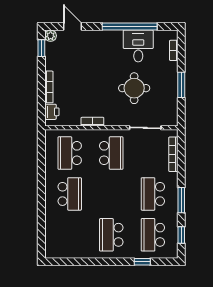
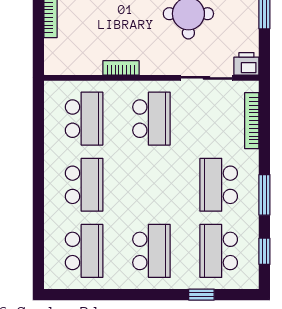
printer: (52, 112) -> (246, 64), moved, turned -90
school desk: (70, 153) -> (84, 119), turned 180
school desk: (70, 235) -> (84, 251), added
school desk: (111, 235) -> (151, 251), turned 180

